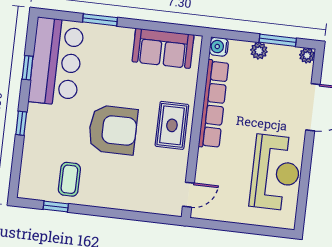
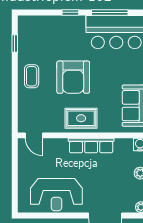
window: (28, 68) -> (110, 12), width x2.17
row of seats: (213, 104) -> (91, 146), width x0.73
coffee table: (69, 179) -> (32, 76), moved, turned 90

